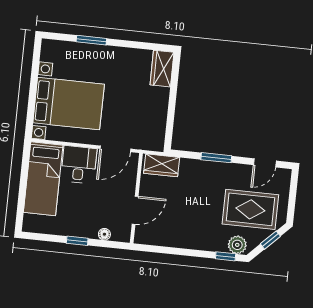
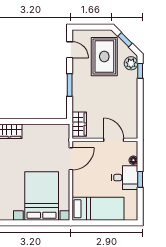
door: (115, 149) -> (71, 159), hinge flipped
desk: (79, 165) -> (125, 178), moved, turned 180

